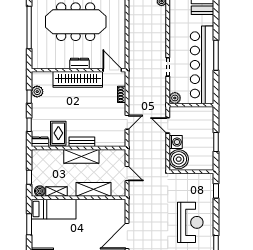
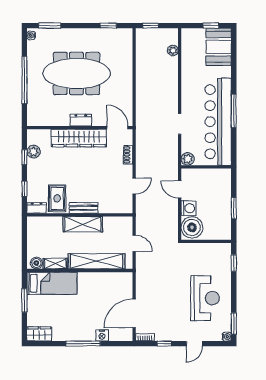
window: (29, 177) -> (24, 248), removed
shelving: (94, 189) -> (97, 261), width x1.47

